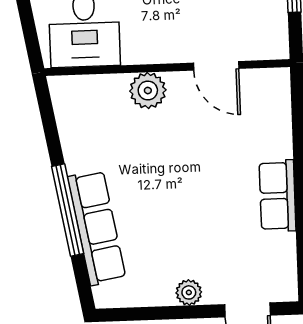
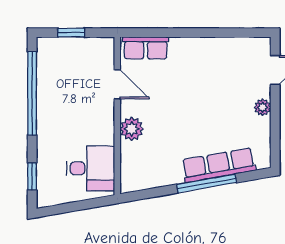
door: (216, 66) -> (117, 84), hinge flipped
row of seats: (278, 196) -> (146, 48), moved

